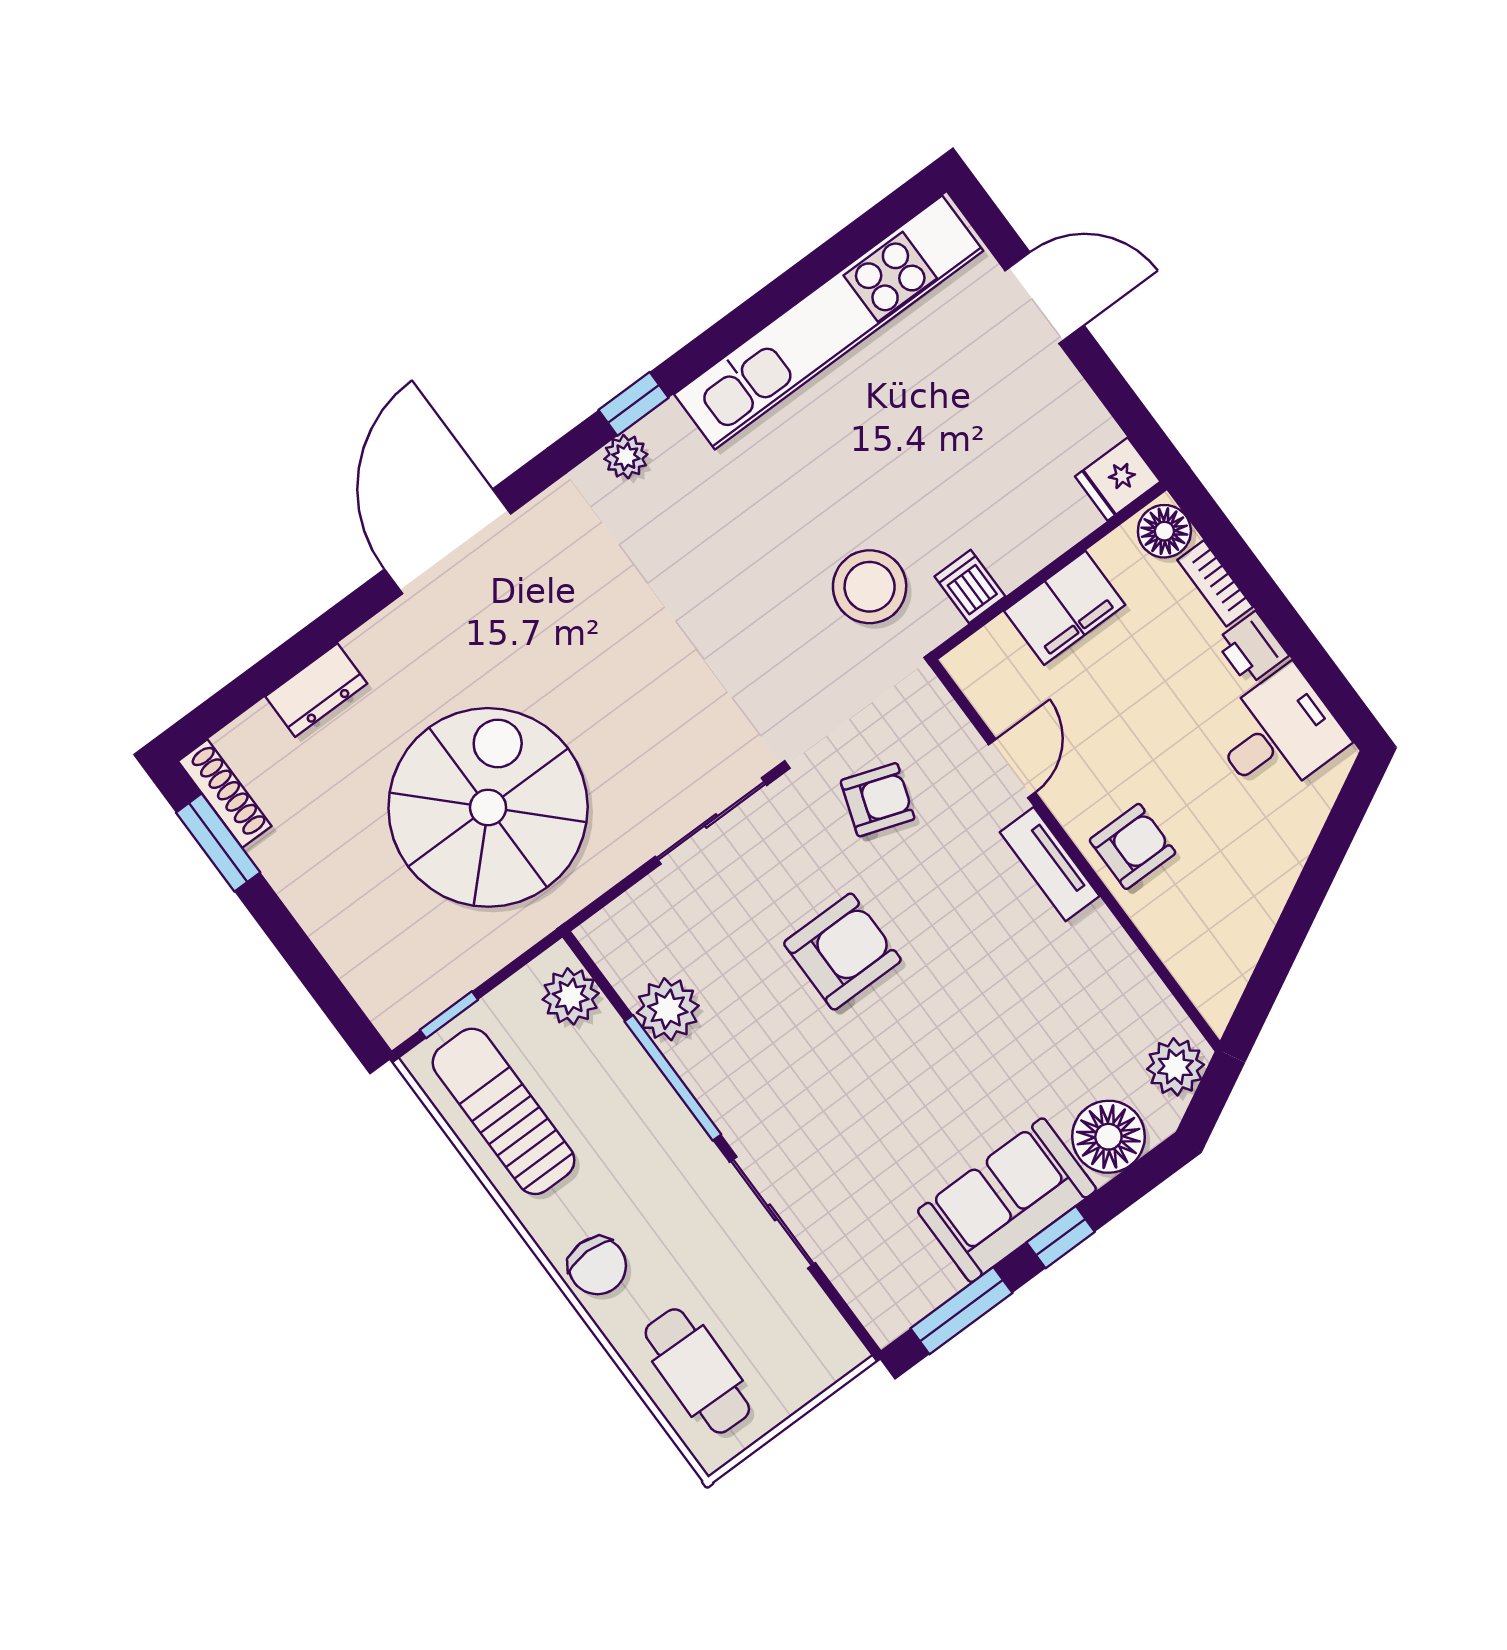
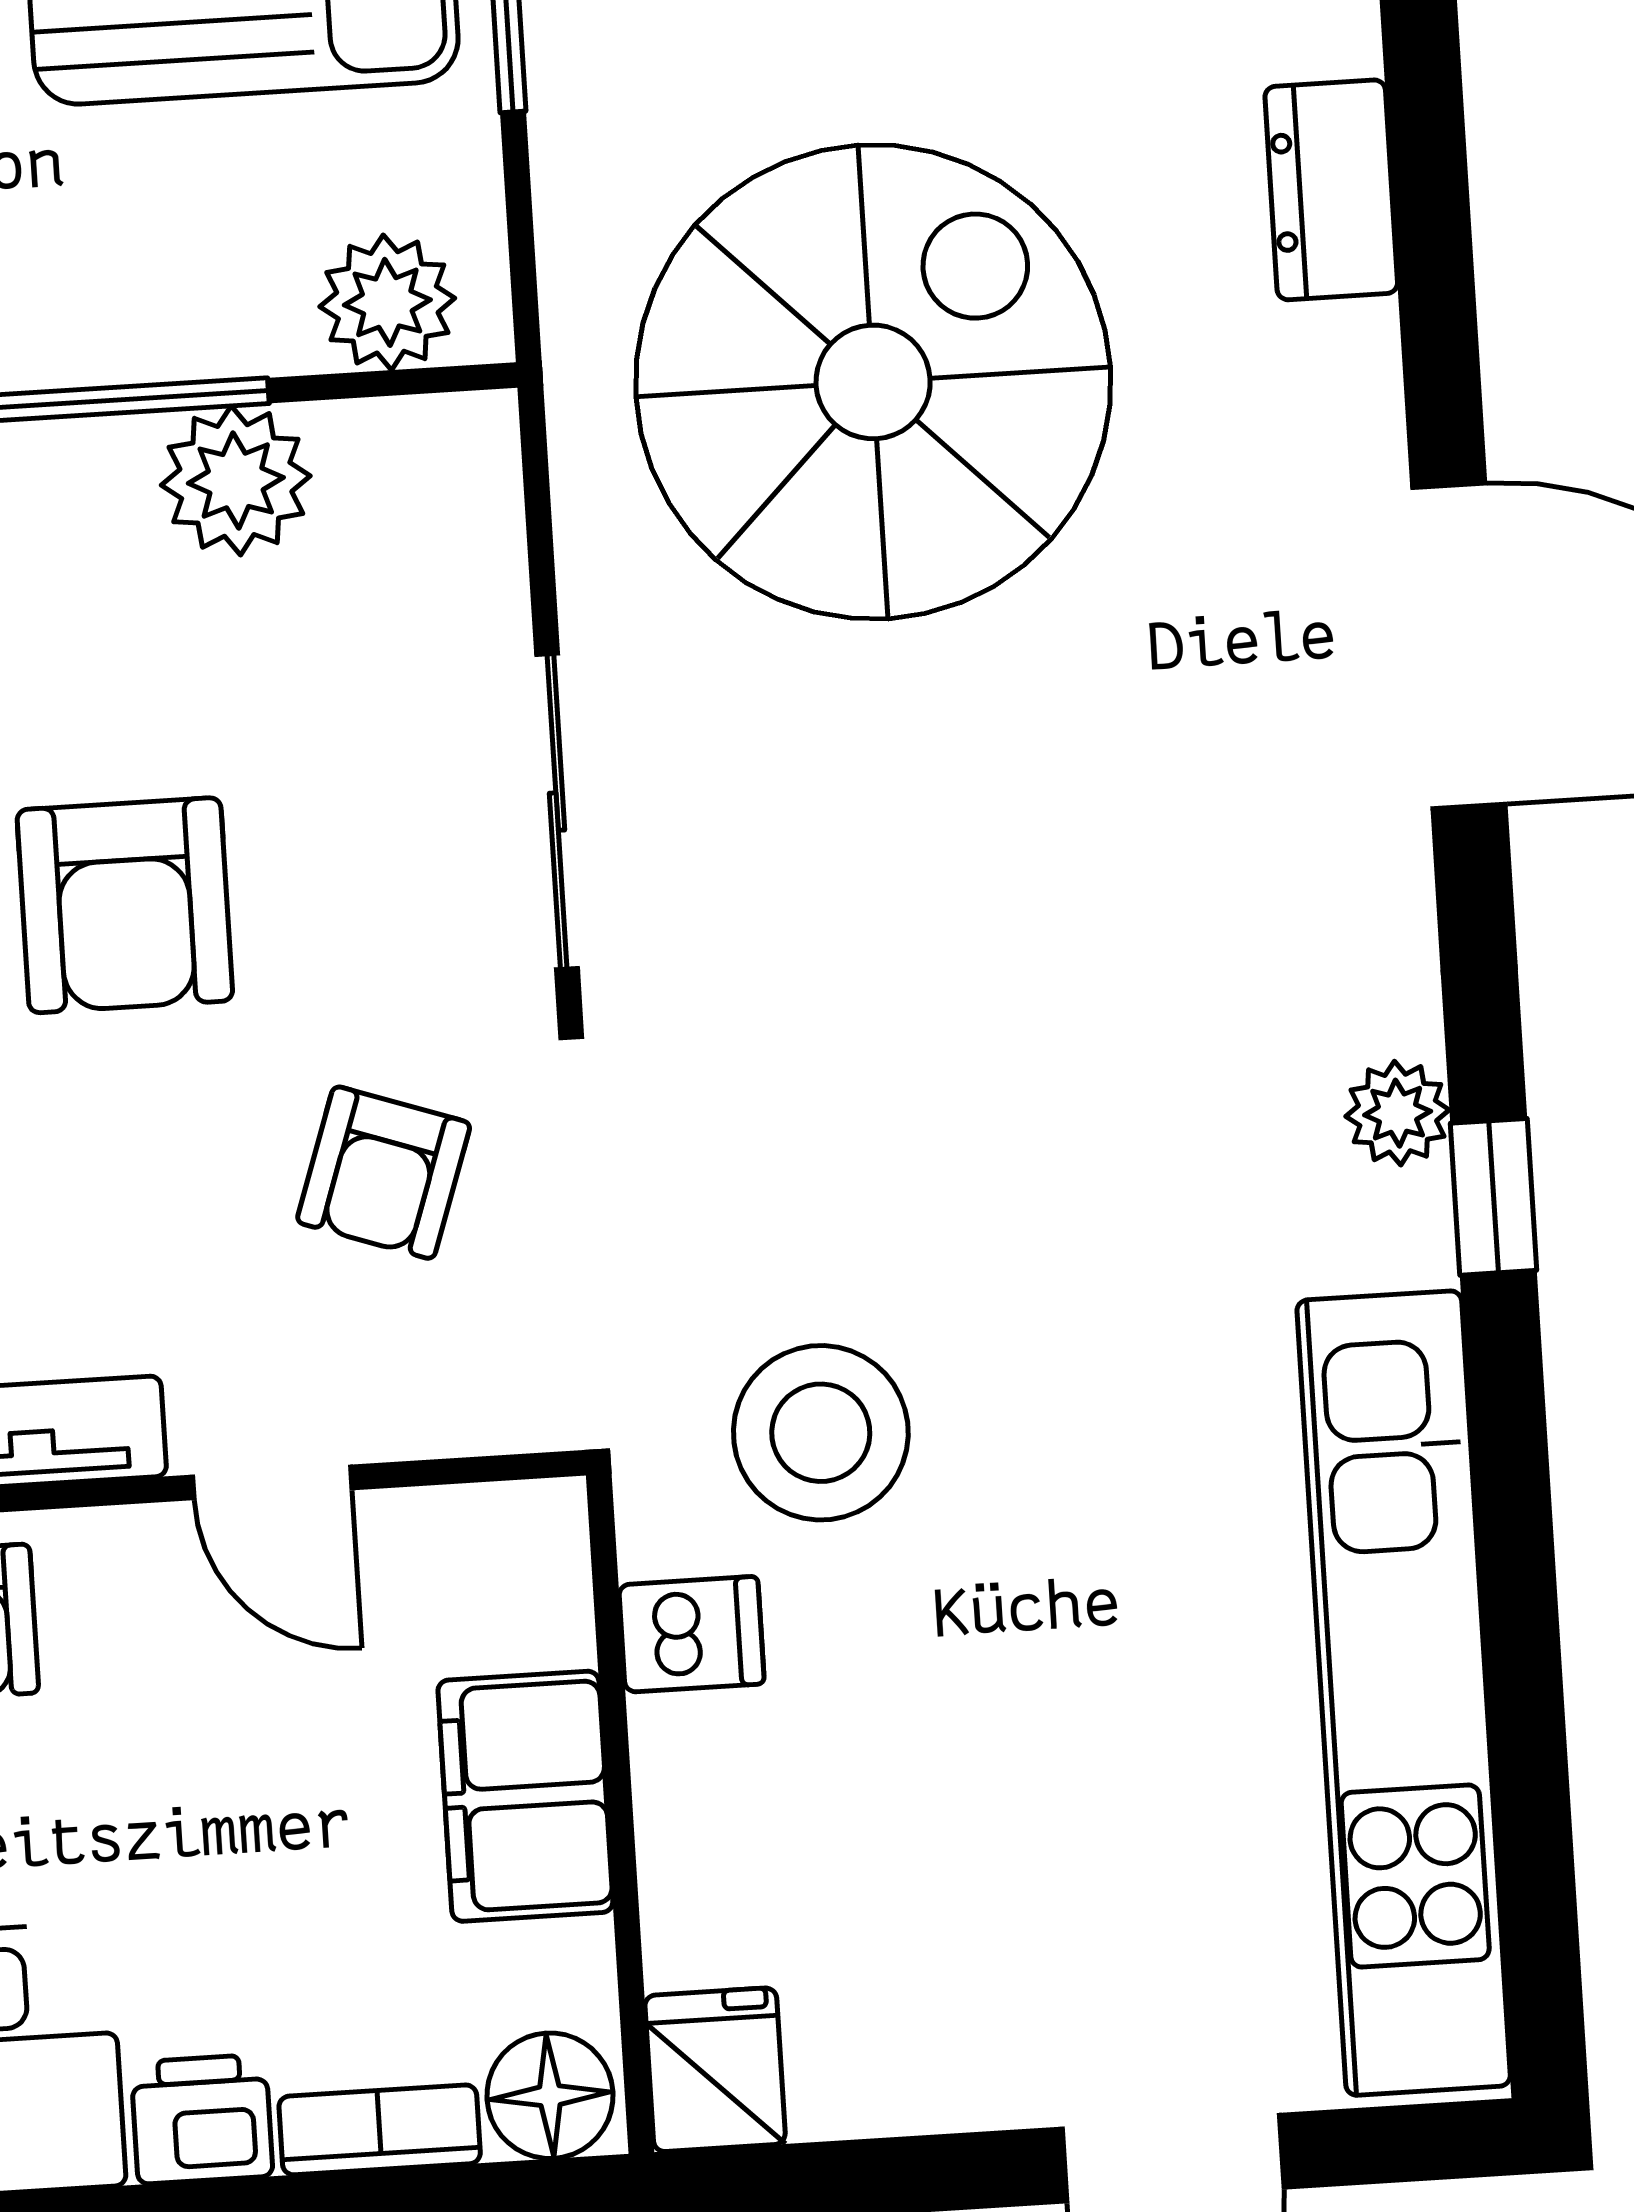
spiral stairs: (488, 807) -> (873, 382), turned -90

